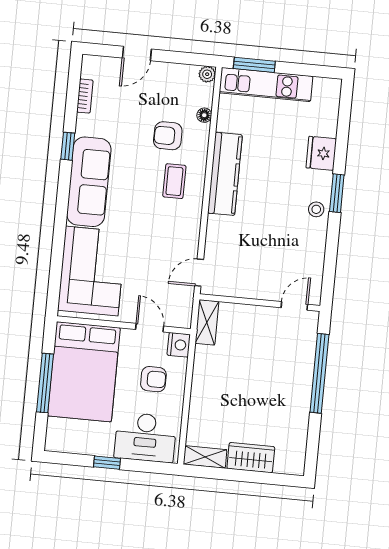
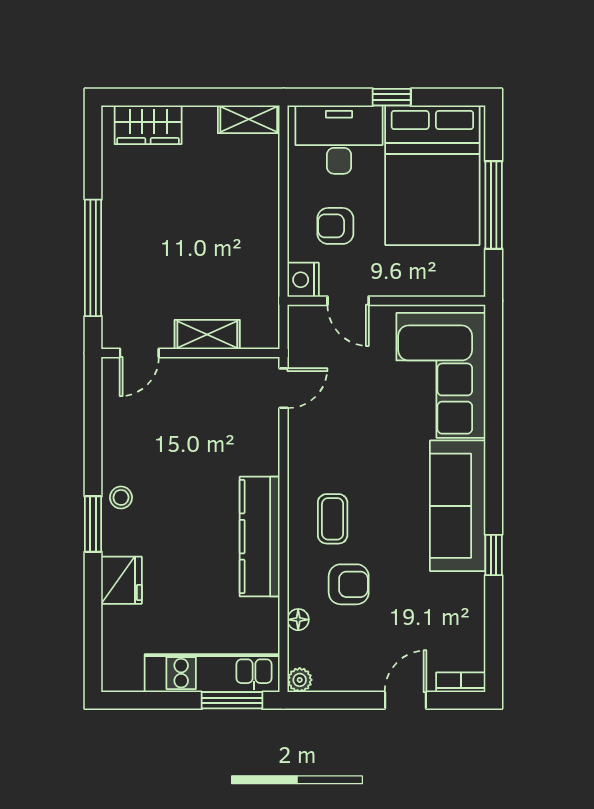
bookcase: (85, 96) -> (461, 682), moved, turned 90
shelving: (207, 322) -> (207, 334), moved, turned 90
bed: (84, 372) -> (432, 175), moved, turned 180
wardrobe: (251, 458) -> (148, 125), moved

